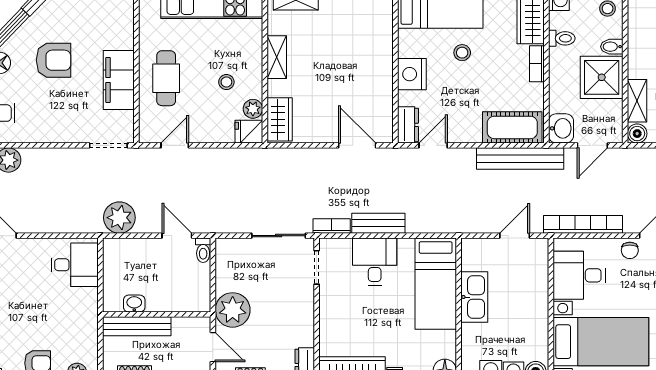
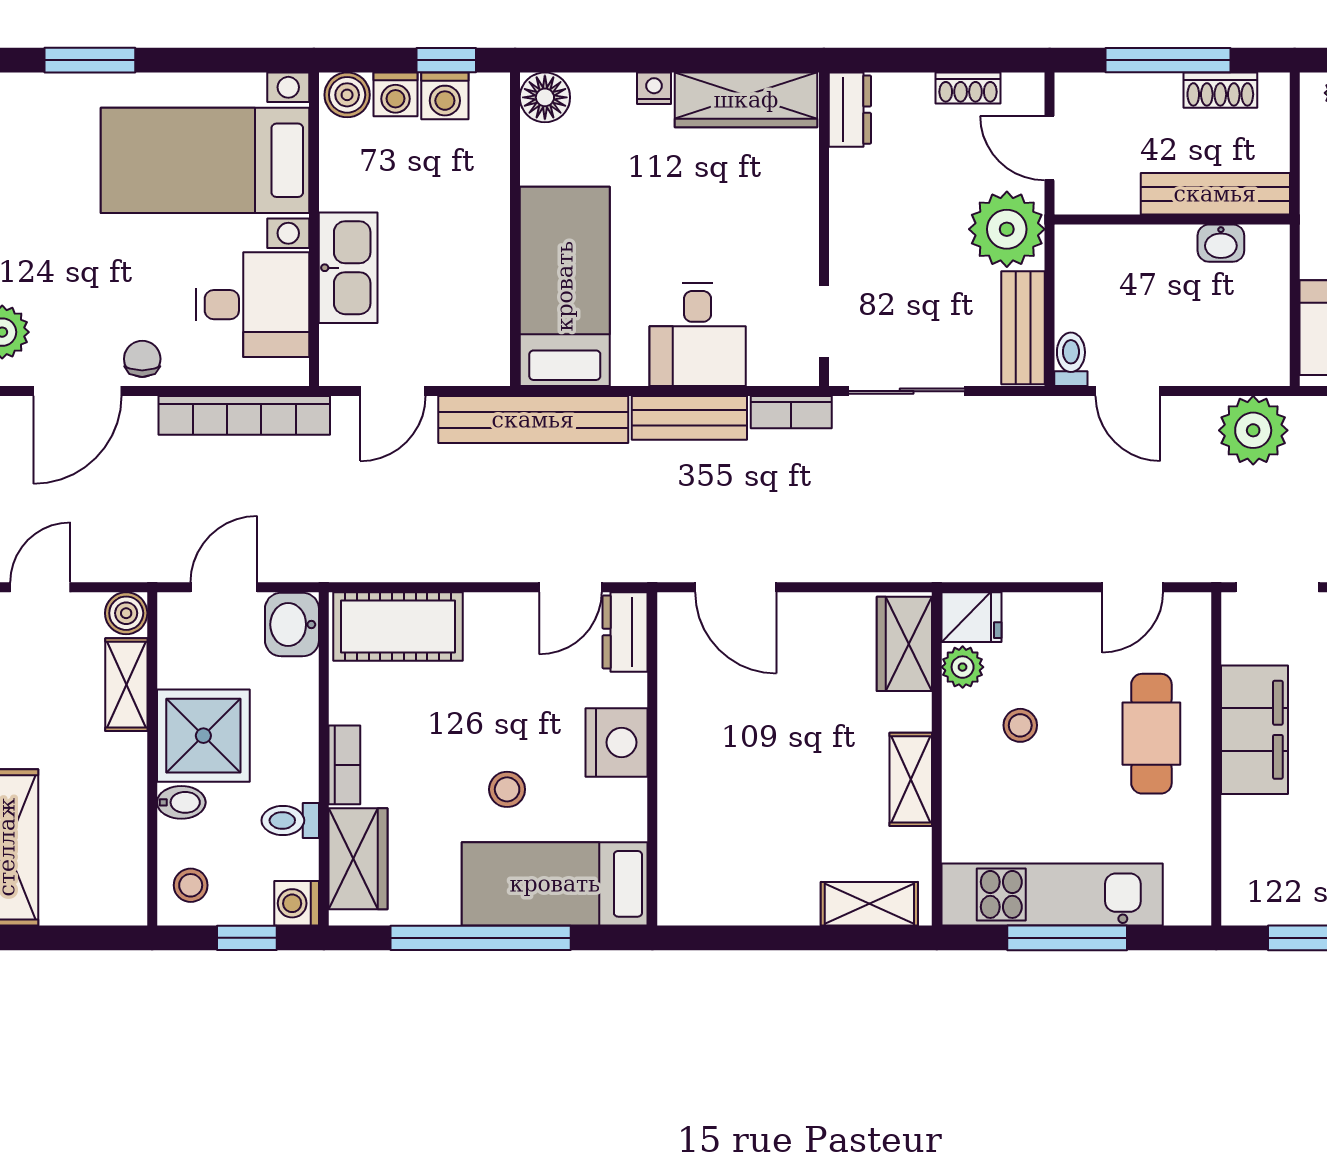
bench: (520, 159) -> (533, 420), moved
bench: (225, 265) -> (1023, 328), added
kitchen sink: (474, 297) -> (348, 268), moved, turned 180

